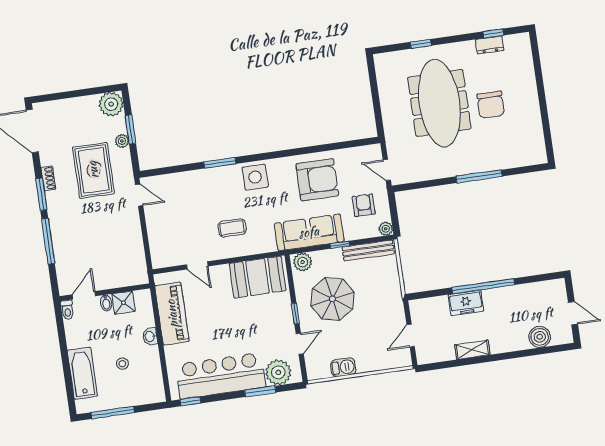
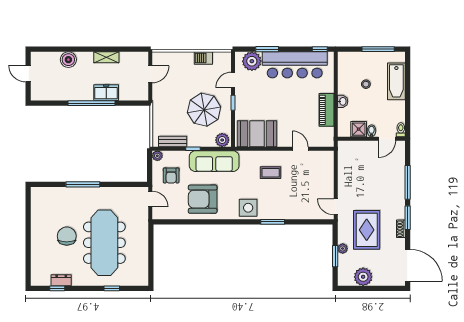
plant: (111, 104) -> (363, 277), moved
bench: (368, 250) -> (173, 142), width x0.73
piano: (172, 314) -> (326, 110), width x0.73, depth x0.75
boiler: (540, 337) -> (68, 60), moved

